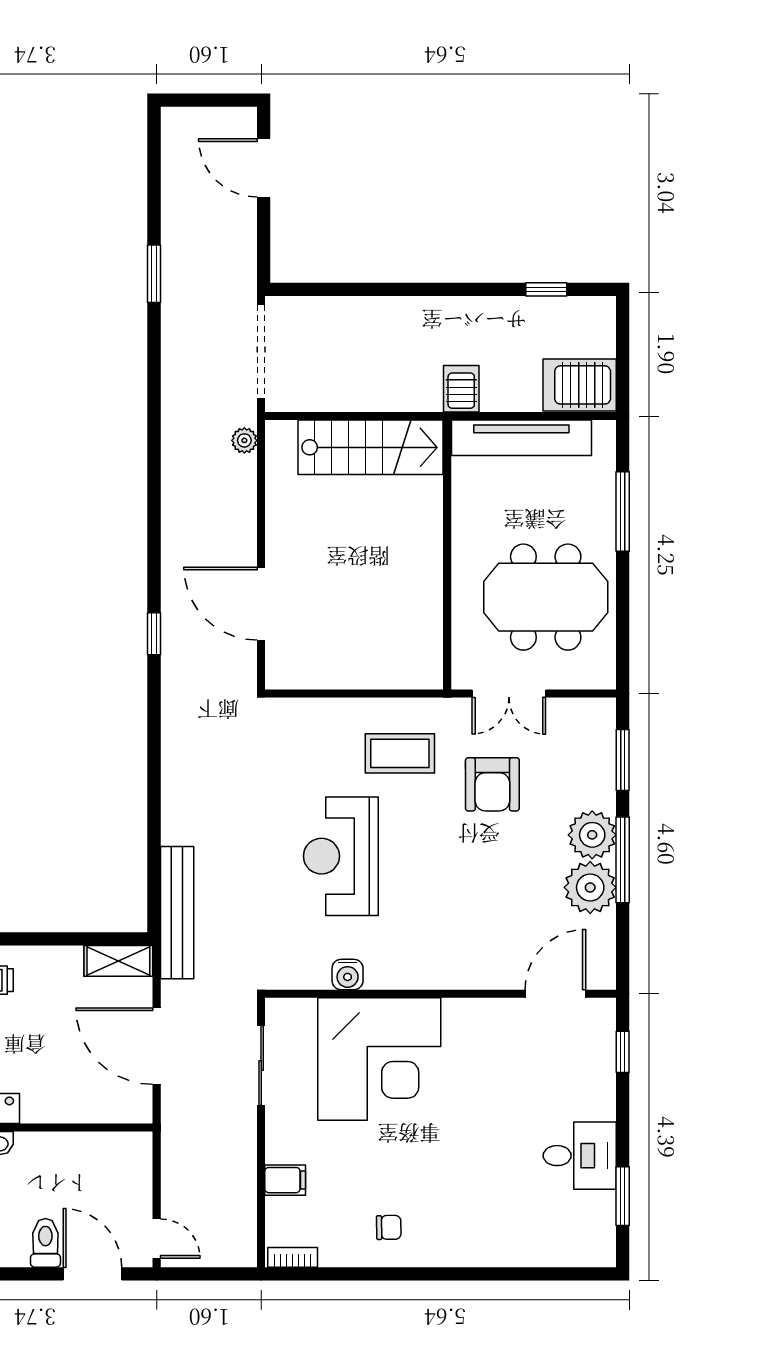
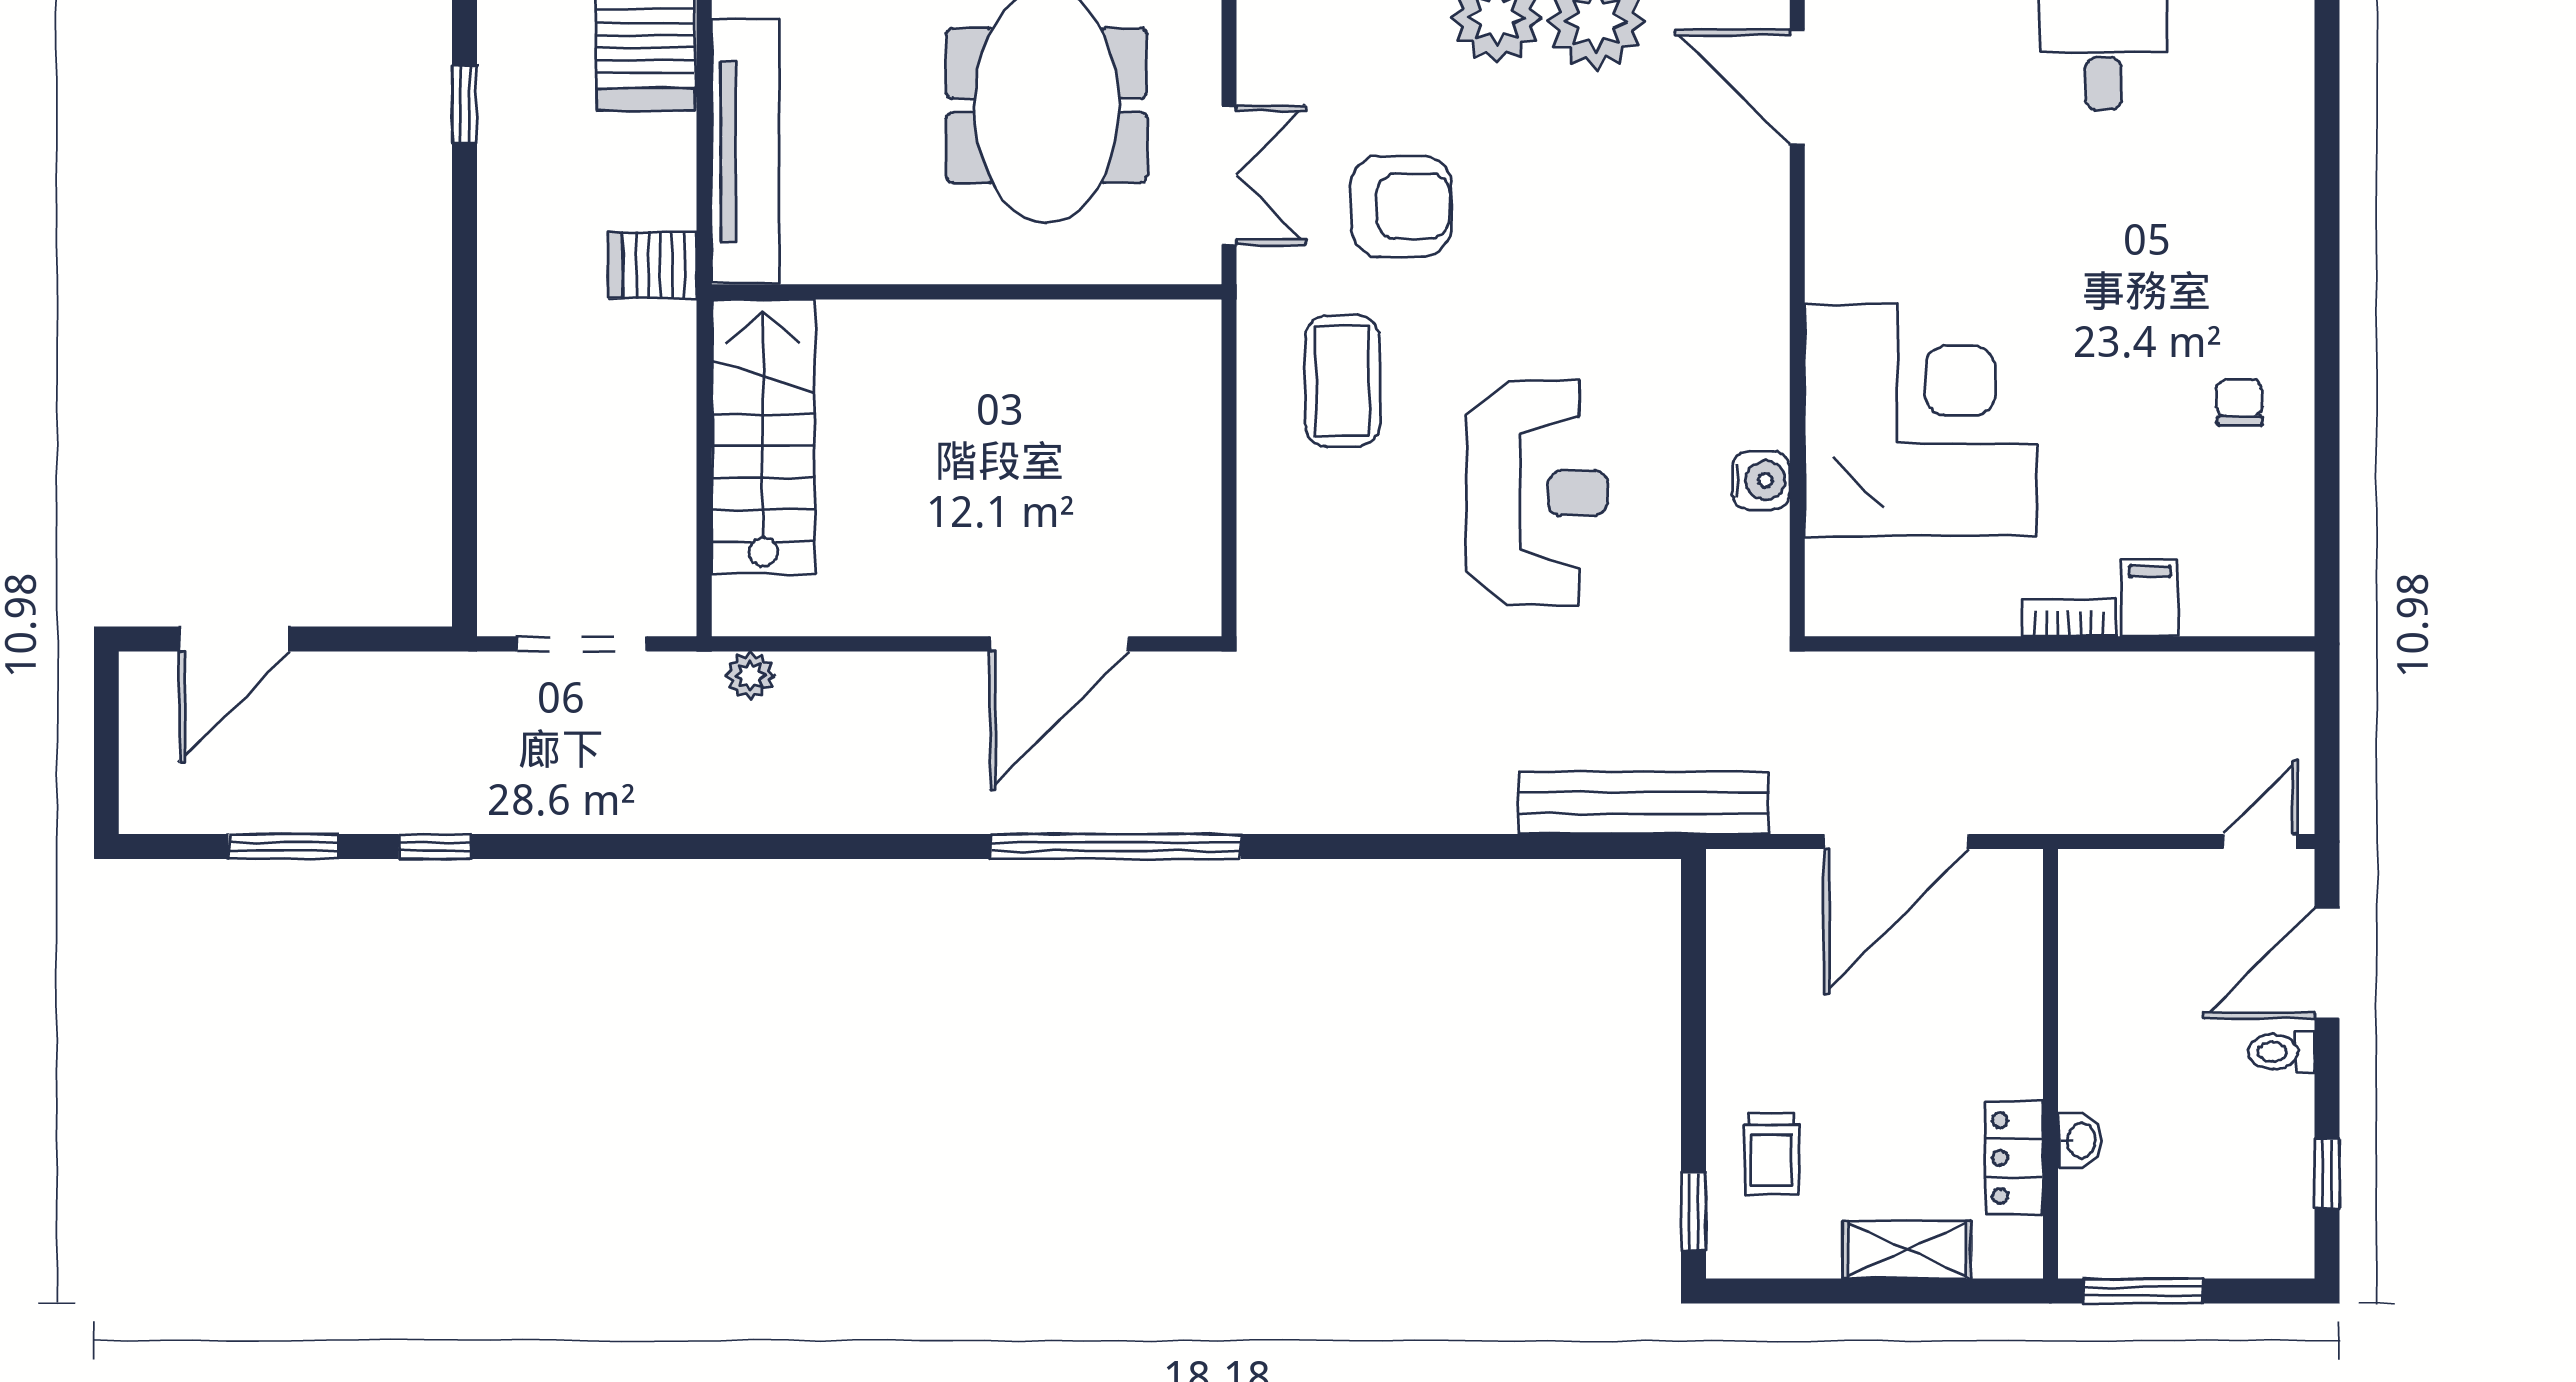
window: (154, 194) -> (284, 846), added
window: (154, 274) -> (435, 846), width x0.67
doorway: (261, 351) -> (582, 644), width x0.73
window: (154, 634) -> (1116, 846), width x3.17
reception desk: (341, 856) -> (1537, 493), turned -90
shelving: (118, 961) -> (1735, 914), removed
sliding door: (261, 1065) -> (1933, 644), removed
toilet: (45, 1243) -> (2281, 1052), width x0.73, depth x0.72
bookcase: (293, 1257) -> (2069, 618), moved, turned 90

